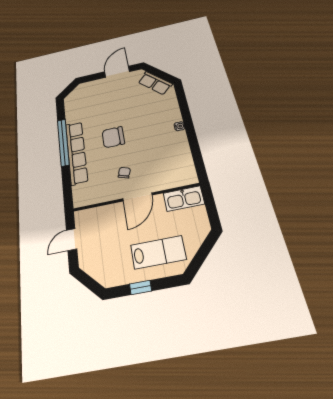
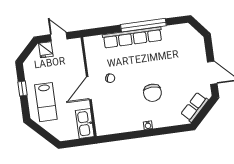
chair: (113, 137) -> (152, 93), moved, turned 180
door: (137, 197) -> (89, 88), hinge flipped
fridge: (88, 256) -> (46, 50), added

